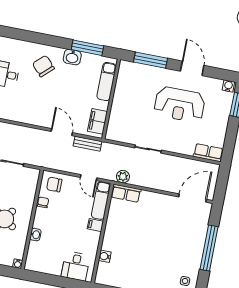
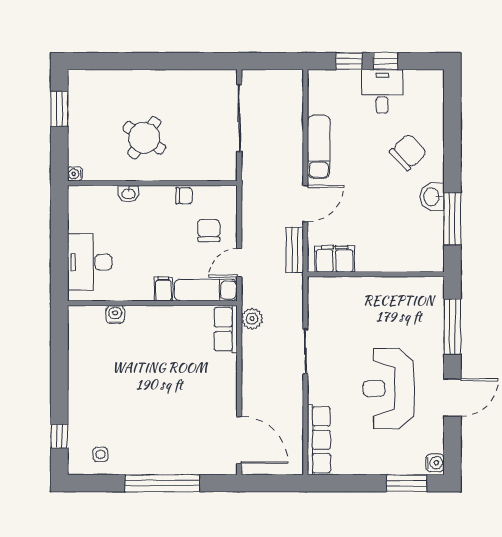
exam couch: (107, 82) -> (319, 147), moved, turned 90
row of seats: (208, 153) -> (319, 440), width x1.48
chair: (54, 184) -> (209, 230), moved
desk: (76, 266) -> (90, 262), width x1.37

